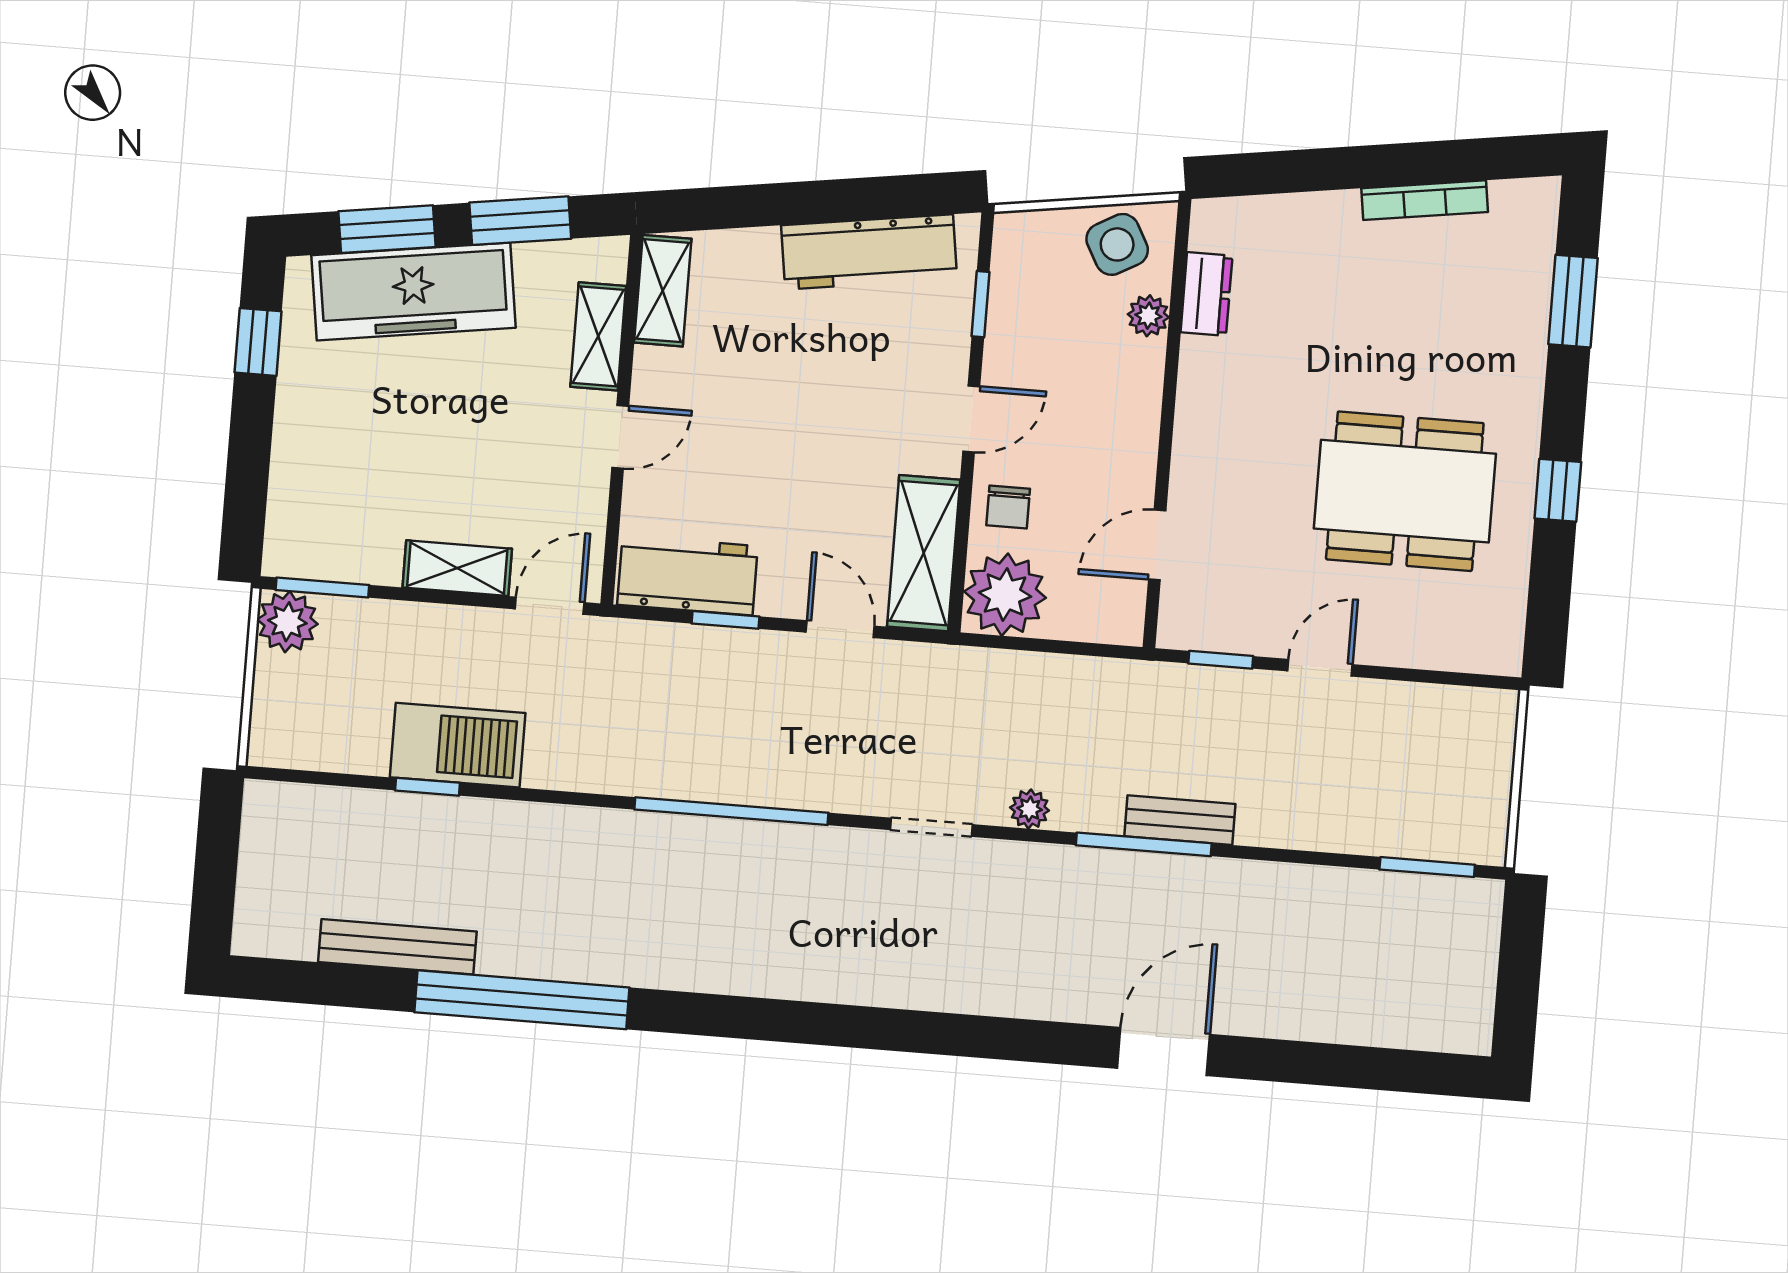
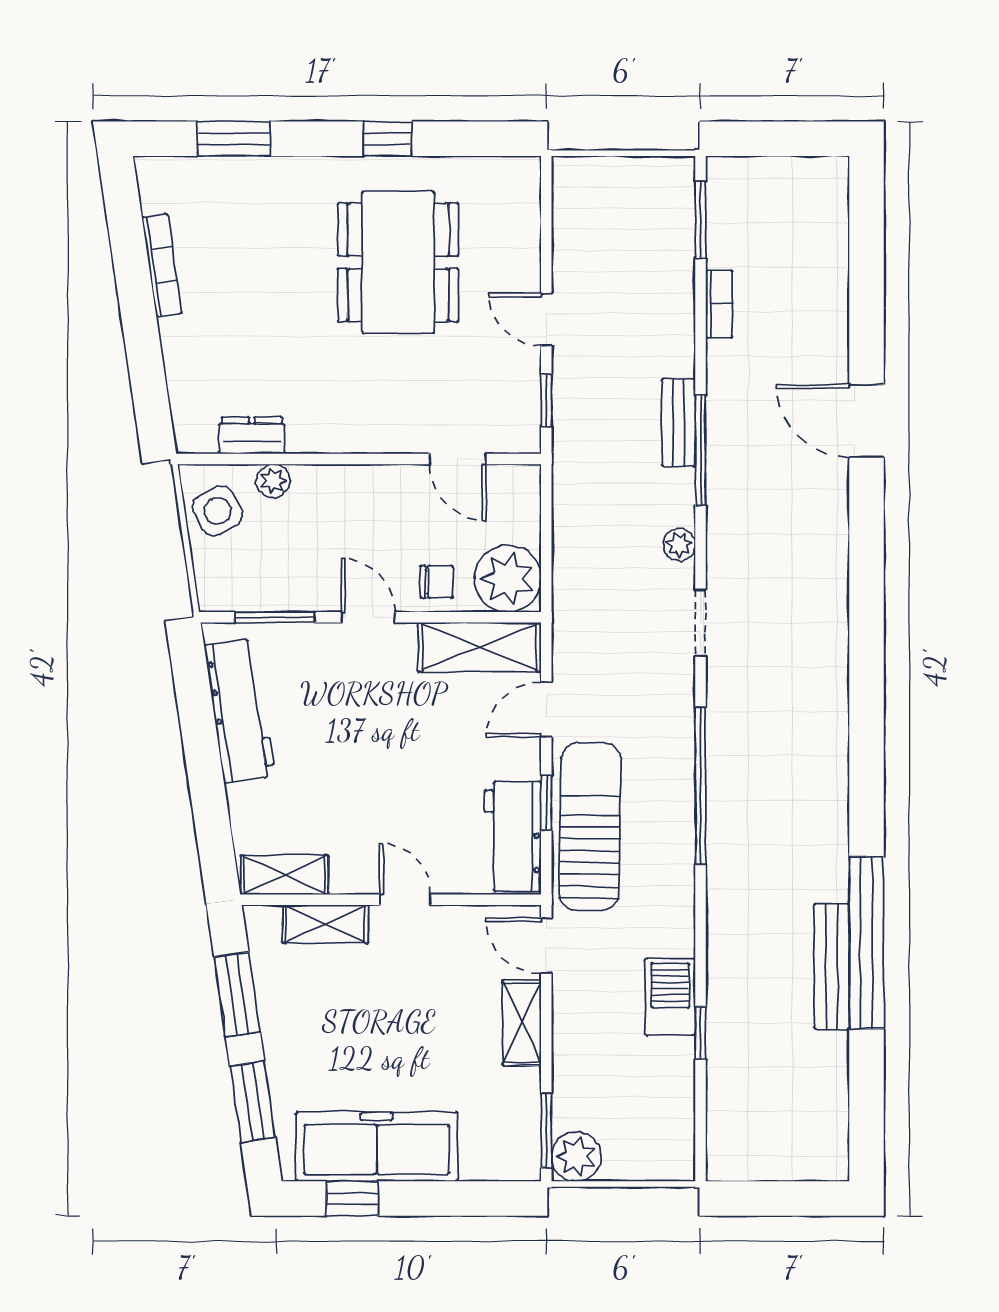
freezer: (413, 291) -> (377, 1147), moved, turned -82
window: (981, 304) -> (275, 617), width x1.50
sun lounger: (692, 671) -> (590, 826), added
barbecue: (458, 745) -> (670, 997), width x0.73, depth x0.83
bookcase: (1322, 882) -> (719, 304), added
bench: (397, 947) -> (832, 966), moved

